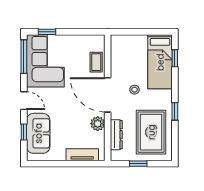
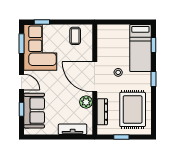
window: (24, 57) -> (22, 44), width x0.69
coffee table: (96, 62) -> (75, 36), moved
window: (175, 111) -> (153, 79), moved

